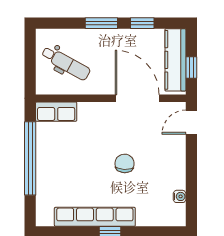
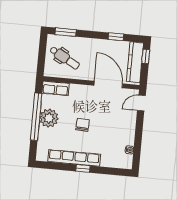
window: (101, 23) -> (66, 32), moved
window: (191, 67) -> (146, 56), moved
plant: (50, 159) -> (49, 118), added
chair: (125, 163) -> (83, 125), moved

